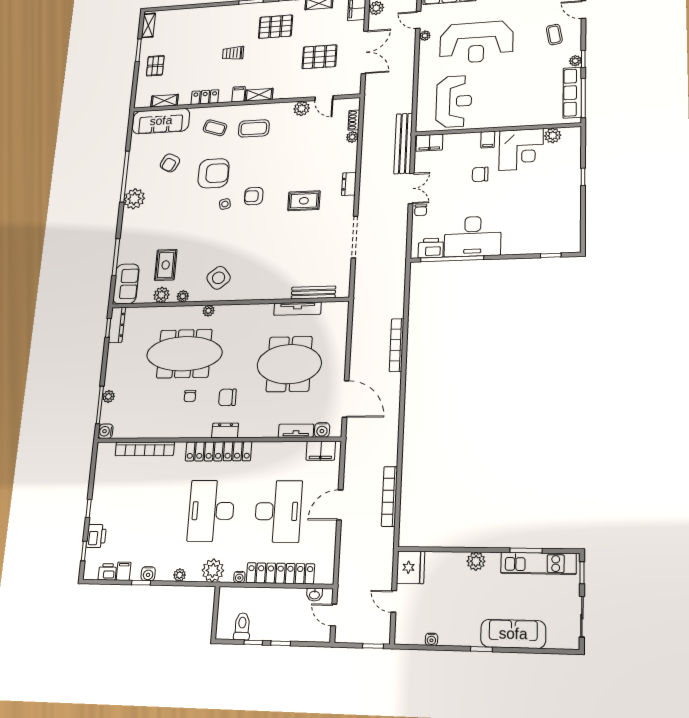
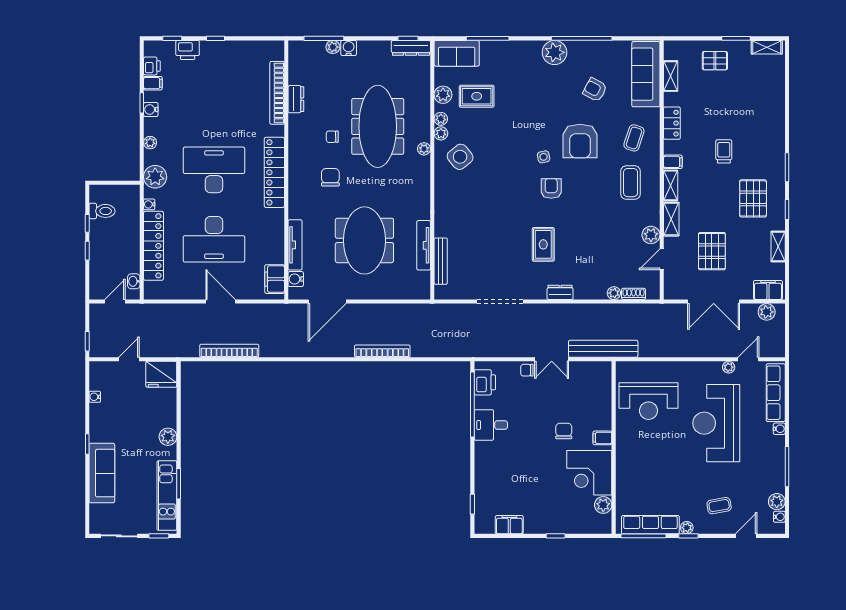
shelving: (289, 92) -> (671, 219), added
filing cabinet: (429, 143) -> (509, 525), moved, turned 90
desk: (473, 236) -> (491, 425), width x0.53, depth x0.77
plant: (196, 296) -> (441, 133), added
dresser: (225, 430) -> (296, 99), moved
water cooler: (106, 431) -> (349, 48), moved
tv unit: (296, 431) -> (295, 245), width x1.41

